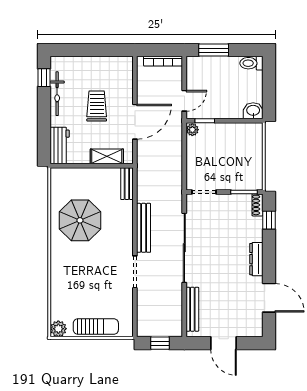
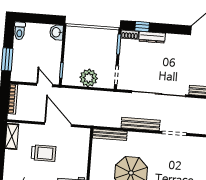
trolley: (97, 106) -> (43, 153), turned 180
plant: (192, 130) -> (89, 78), moved, width x1.87, depth x1.87
shelving: (107, 156) -> (12, 136), moved
bench: (127, 184) -> (110, 135), width x1.36
dresser: (256, 259) -> (152, 37), moved

